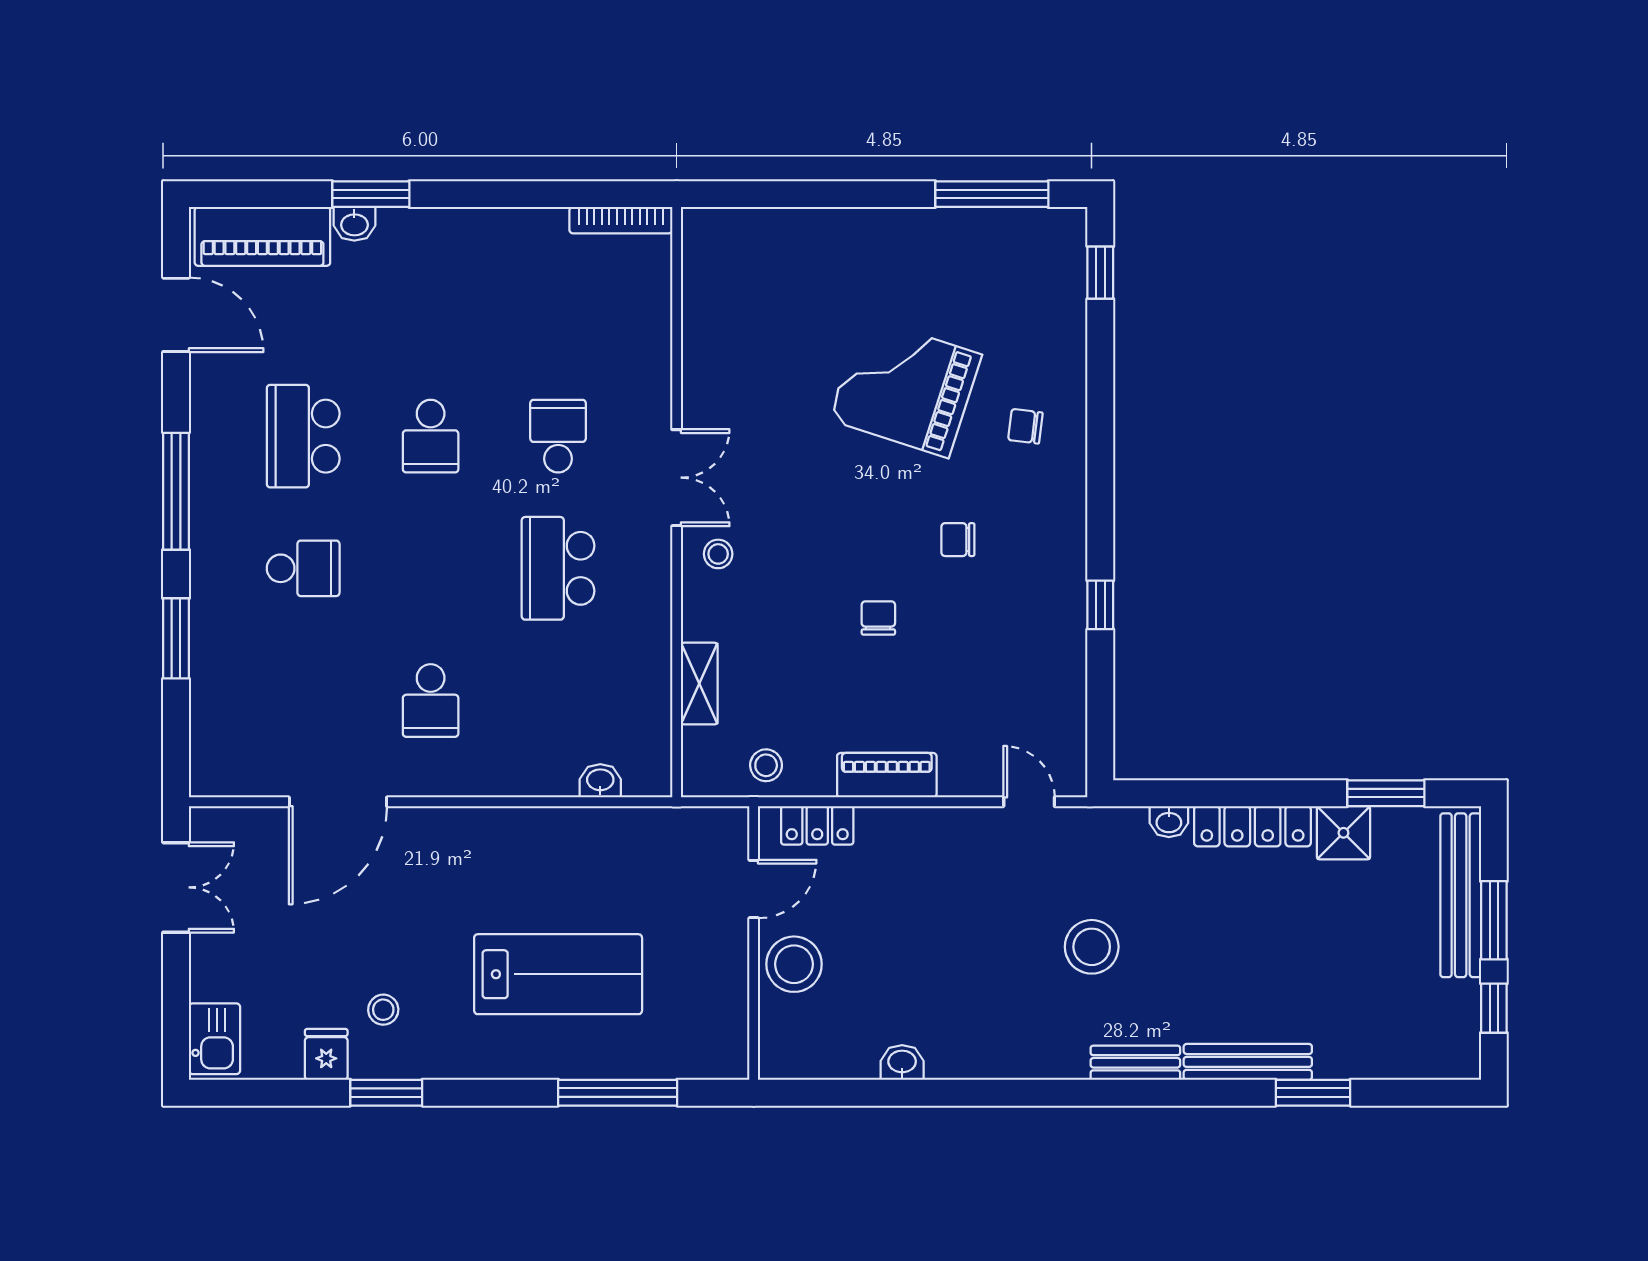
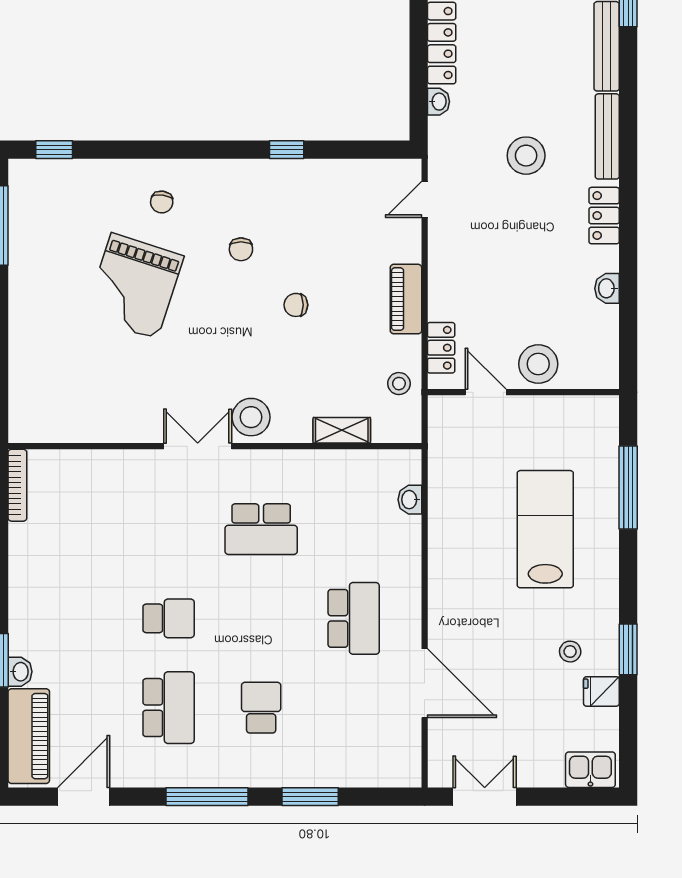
school desk: (303, 436) -> (169, 708), turned -90
school desk: (558, 436) -> (169, 529), removed
stool: (718, 554) -> (251, 417), width x1.89, depth x1.89
school desk: (431, 701) -> (354, 618), width x1.85
locker: (1006, 1058) -> (604, 216), added
bench: (1135, 1063) -> (607, 136), width x1.36

